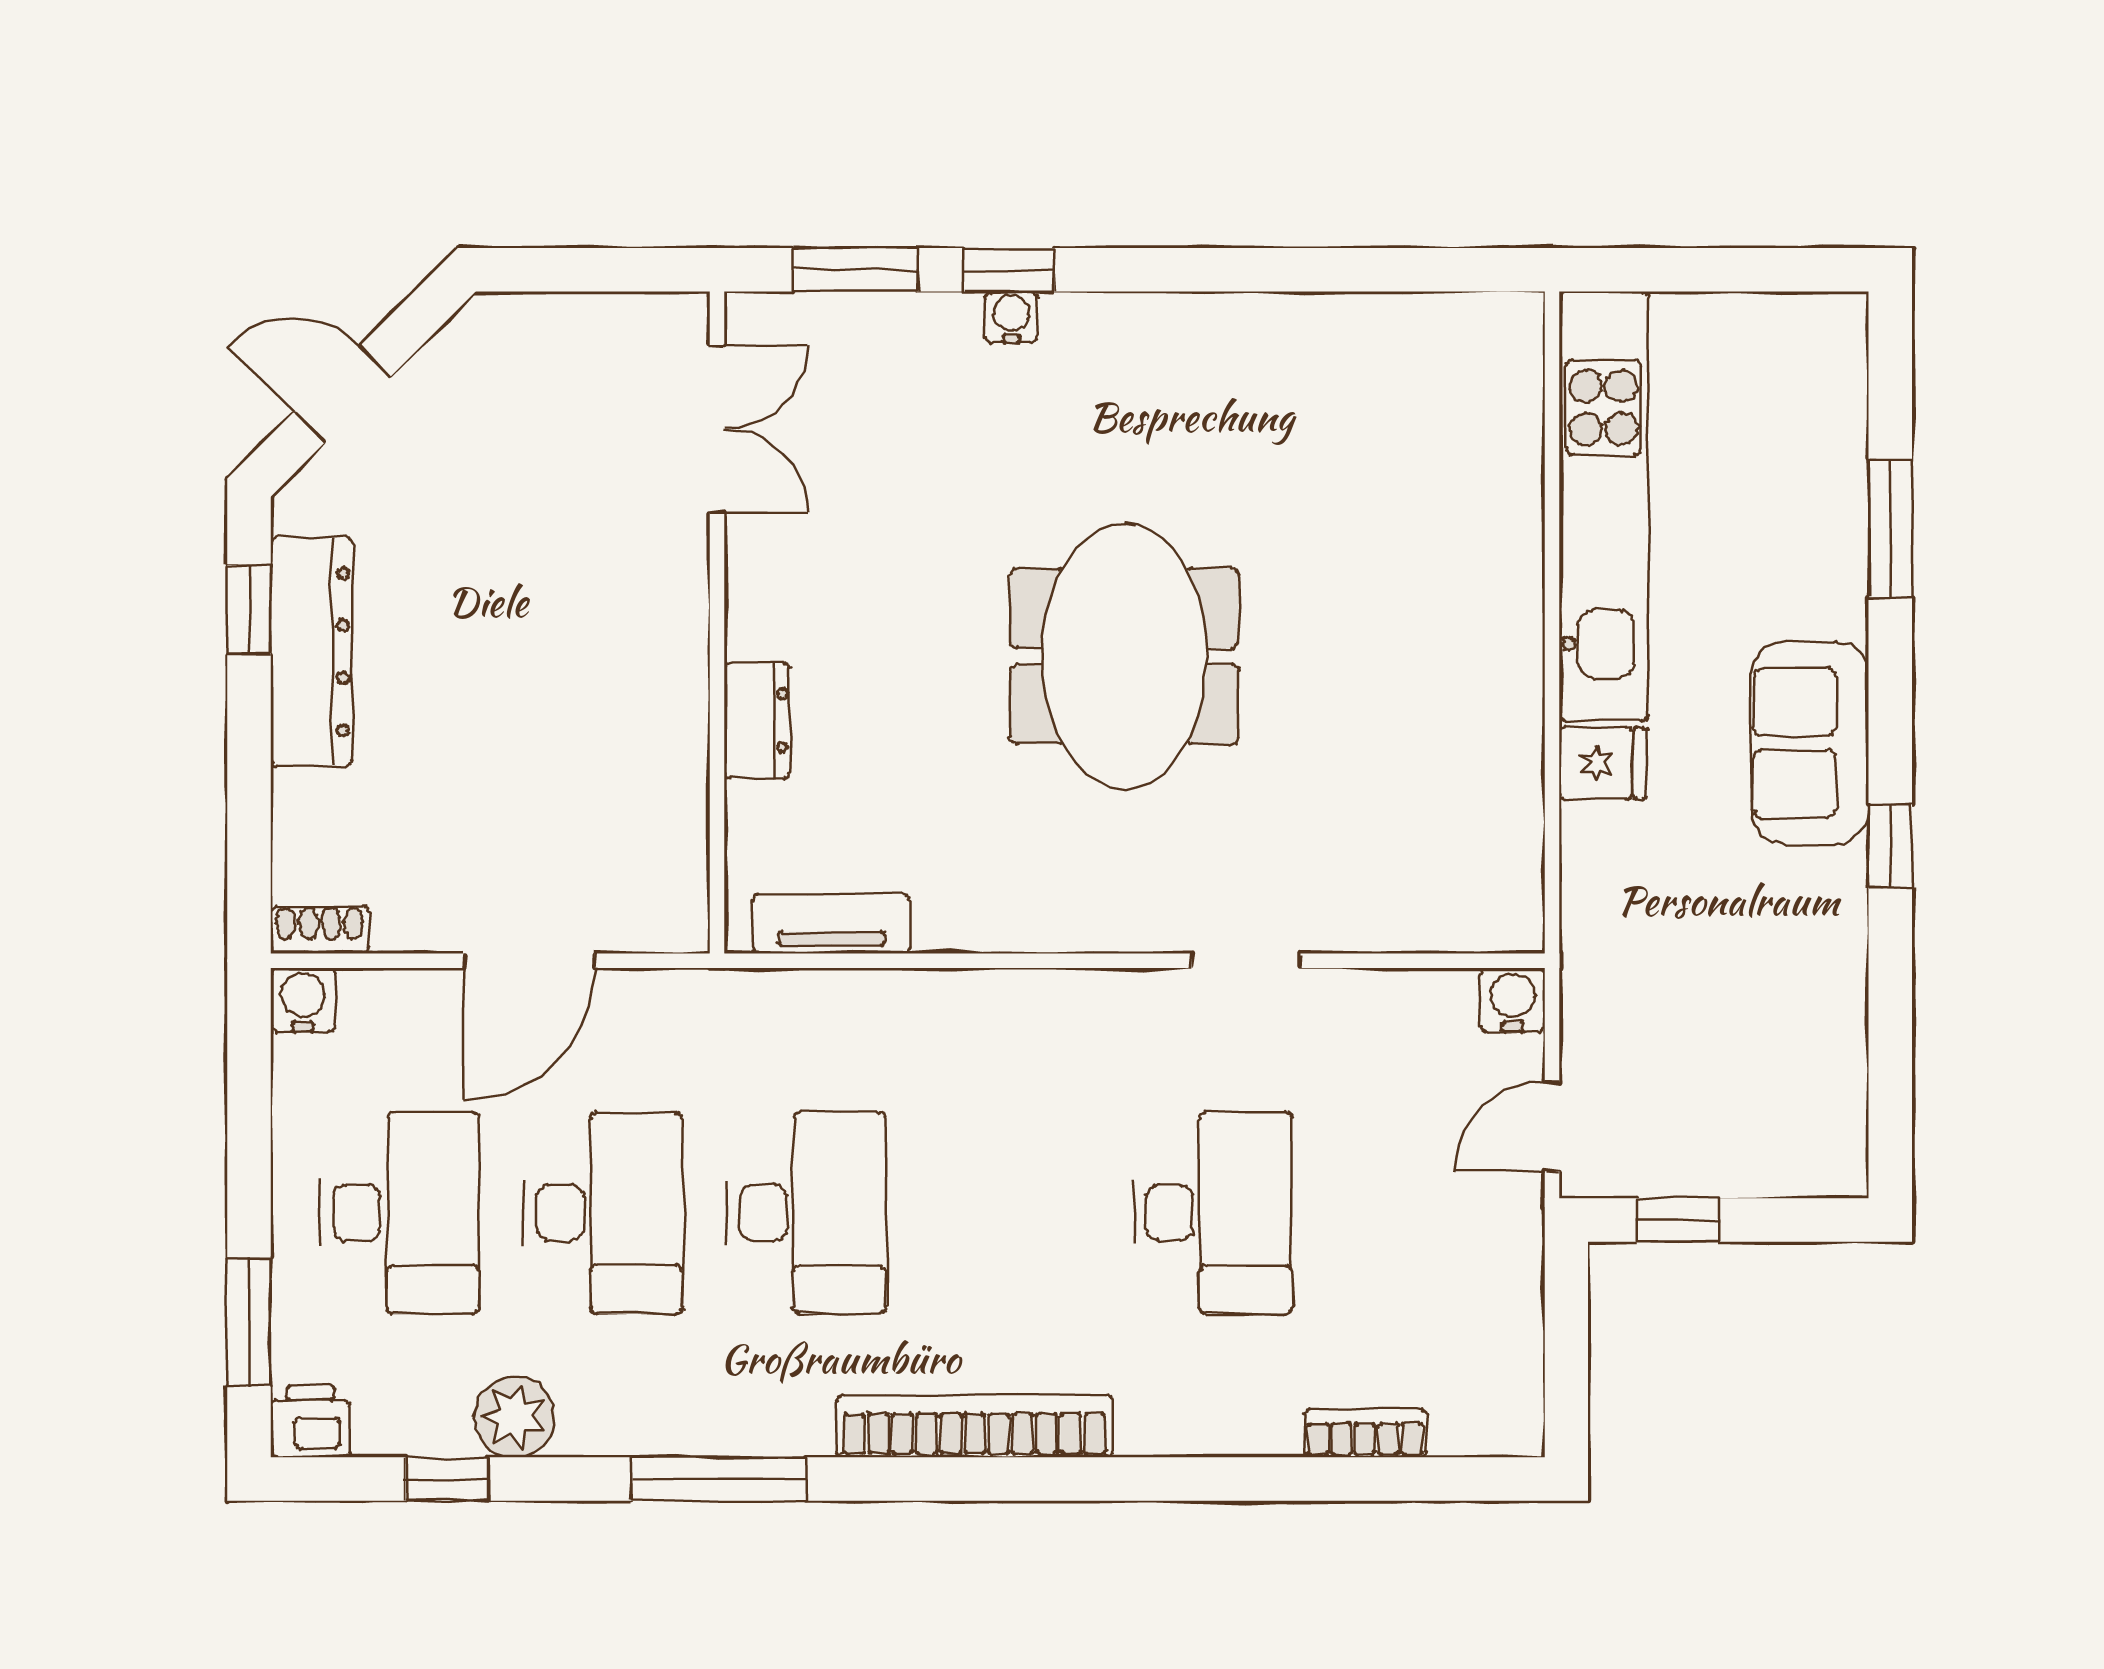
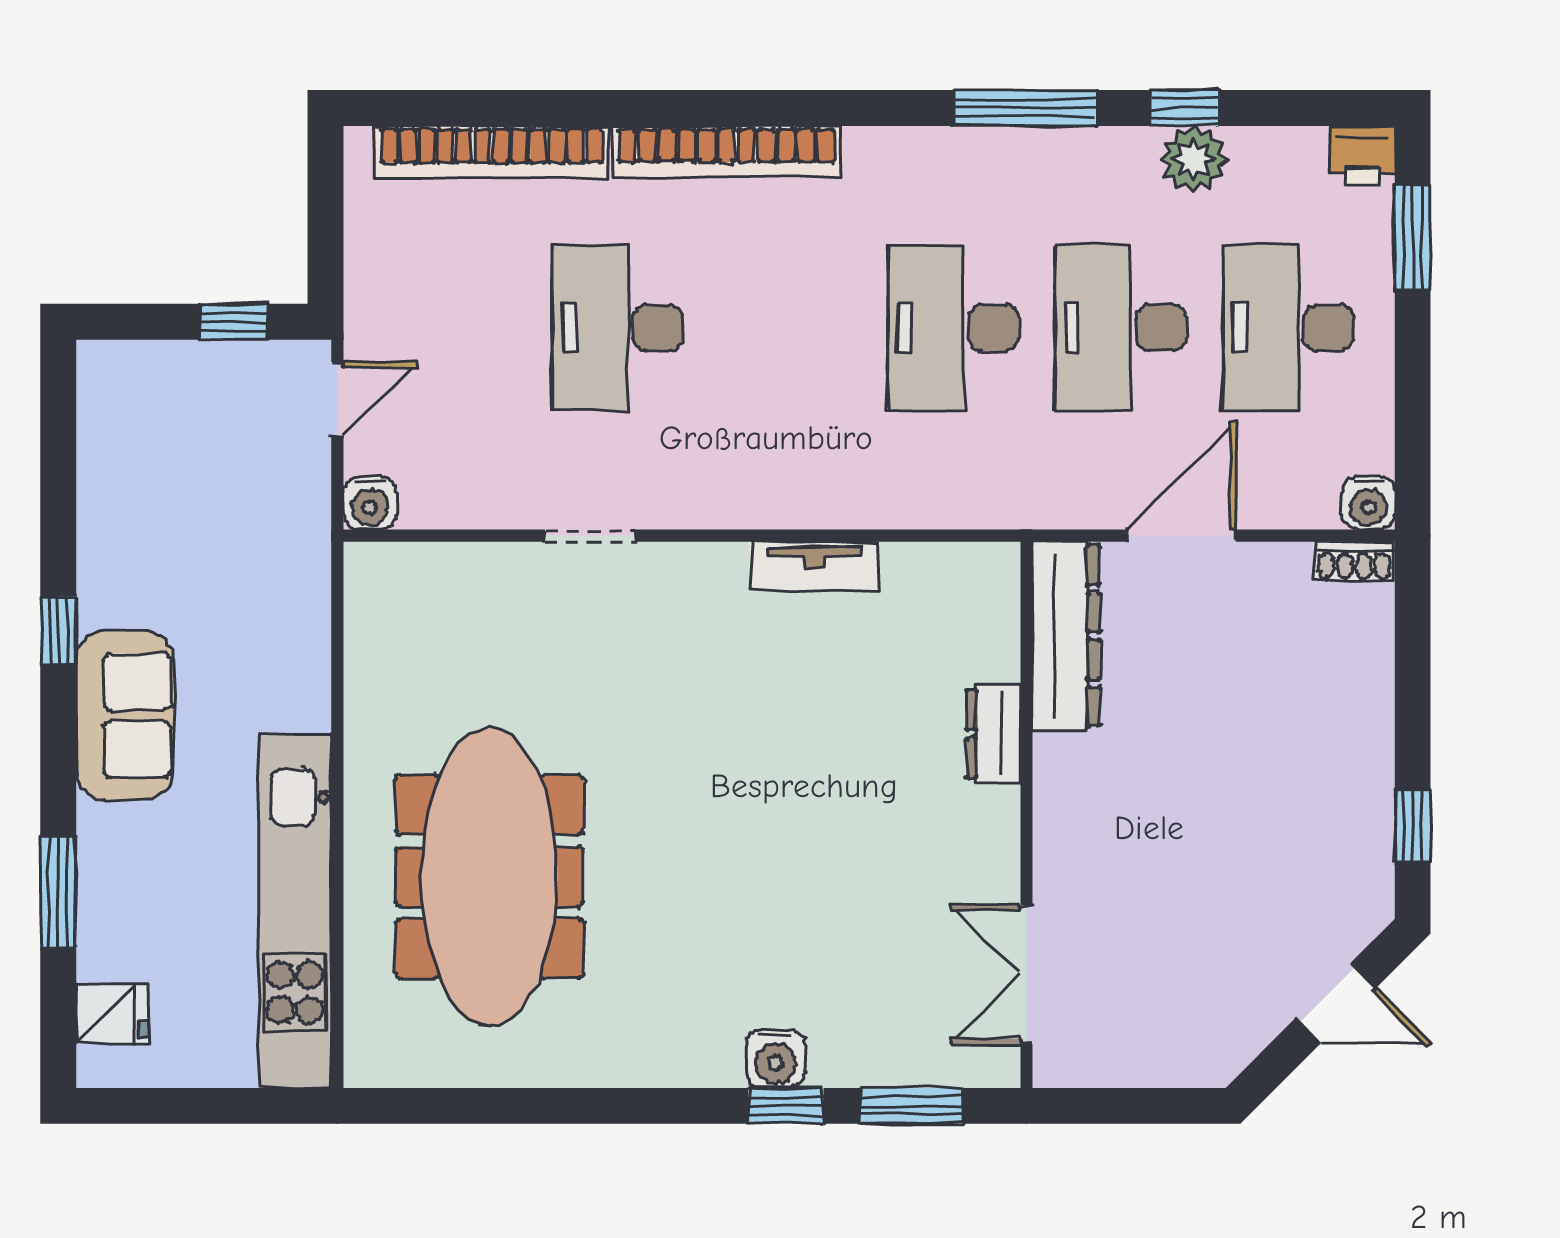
water cooler: (1011, 317) -> (775, 1059), width x1.38, depth x1.38
dresser: (311, 652) -> (1066, 636), moved, turned 180
meeting table: (1124, 656) -> (490, 877), moved, width x1.36
fridge: (1603, 763) -> (112, 1013), moved, turned 180
tv unit: (831, 924) -> (815, 566), moved
bookcase: (975, 1426) -> (726, 152), moved
bookcase: (1365, 1433) -> (492, 152), width x2.31, depth x1.31
window: (447, 1479) -> (1184, 108), moved

